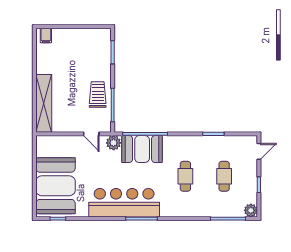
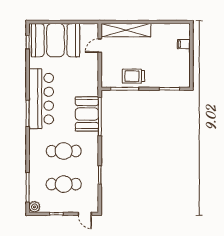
filing cabinet: (46, 36) -> (184, 44), moved
trolley: (98, 95) -> (133, 76), turned 180
door: (91, 134) -> (100, 46), moved
plant: (114, 143) -> (92, 90), removed
cafe table: (185, 176) -> (64, 151), width x1.37, depth x1.35
cafe table: (224, 176) -> (64, 184), width x1.37, depth x1.35

